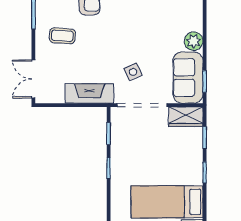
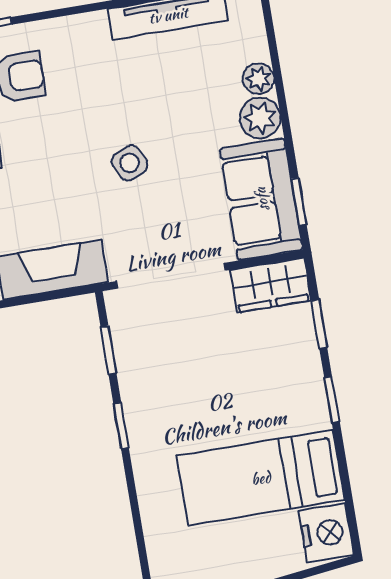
plant: (196, 24) -> (259, 79), added
side table: (133, 72) -> (130, 163), moved

